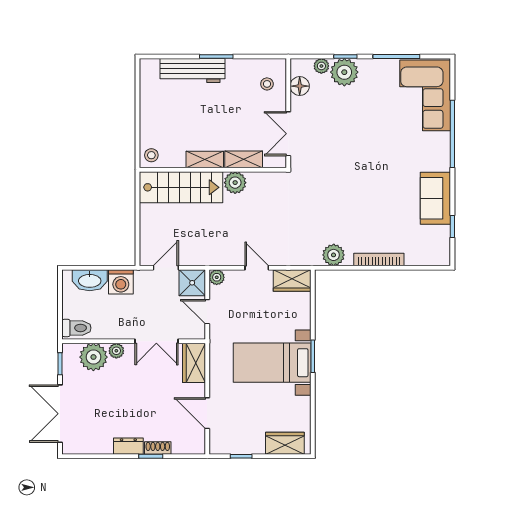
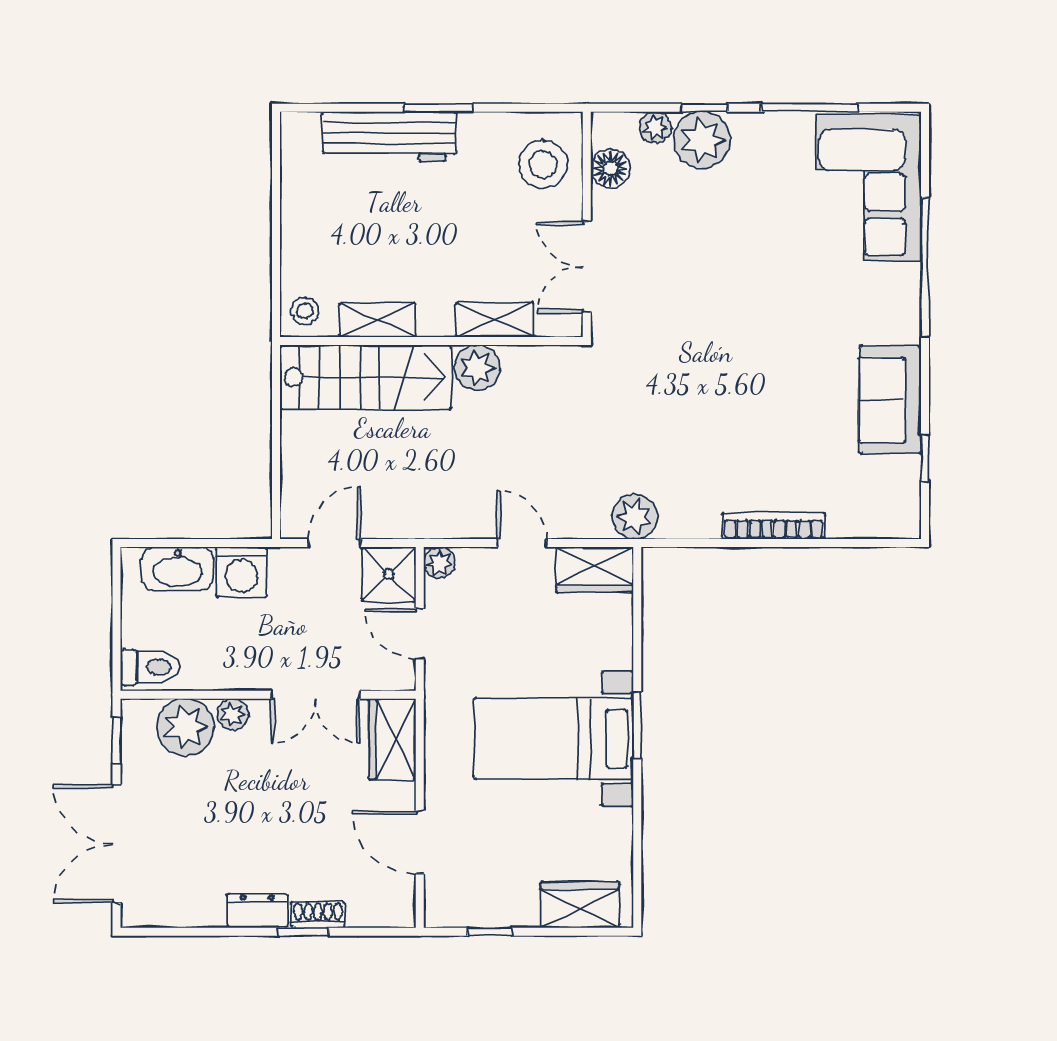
stool: (267, 84) -> (543, 164), width x1.89, depth x1.89
shelving: (205, 159) -> (378, 320), moved
plant: (334, 255) -> (635, 517), moved

